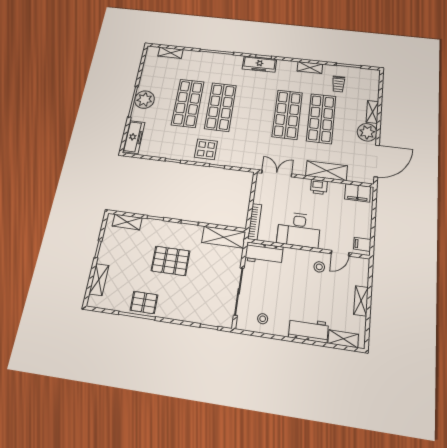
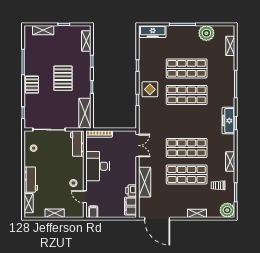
plant: (144, 100) -> (206, 33), moved
plant: (367, 132) -> (227, 210), moved
printer: (319, 187) -> (131, 190), moved
pallet: (144, 302) -> (32, 85), moved

